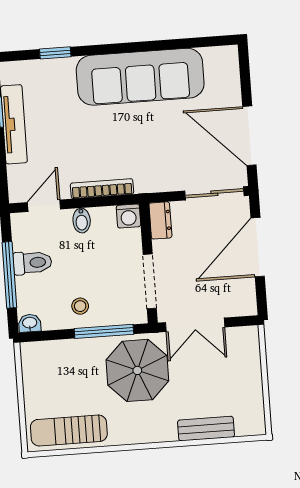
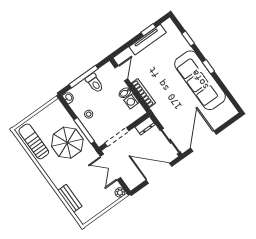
window: (126, 48) -> (208, 67), added
door: (44, 206) -> (121, 73), hinge flipped
washing machine: (128, 216) -> (132, 101), moved
plant: (249, 335) -> (120, 192), added
parasol: (137, 370) -> (67, 143), moved

